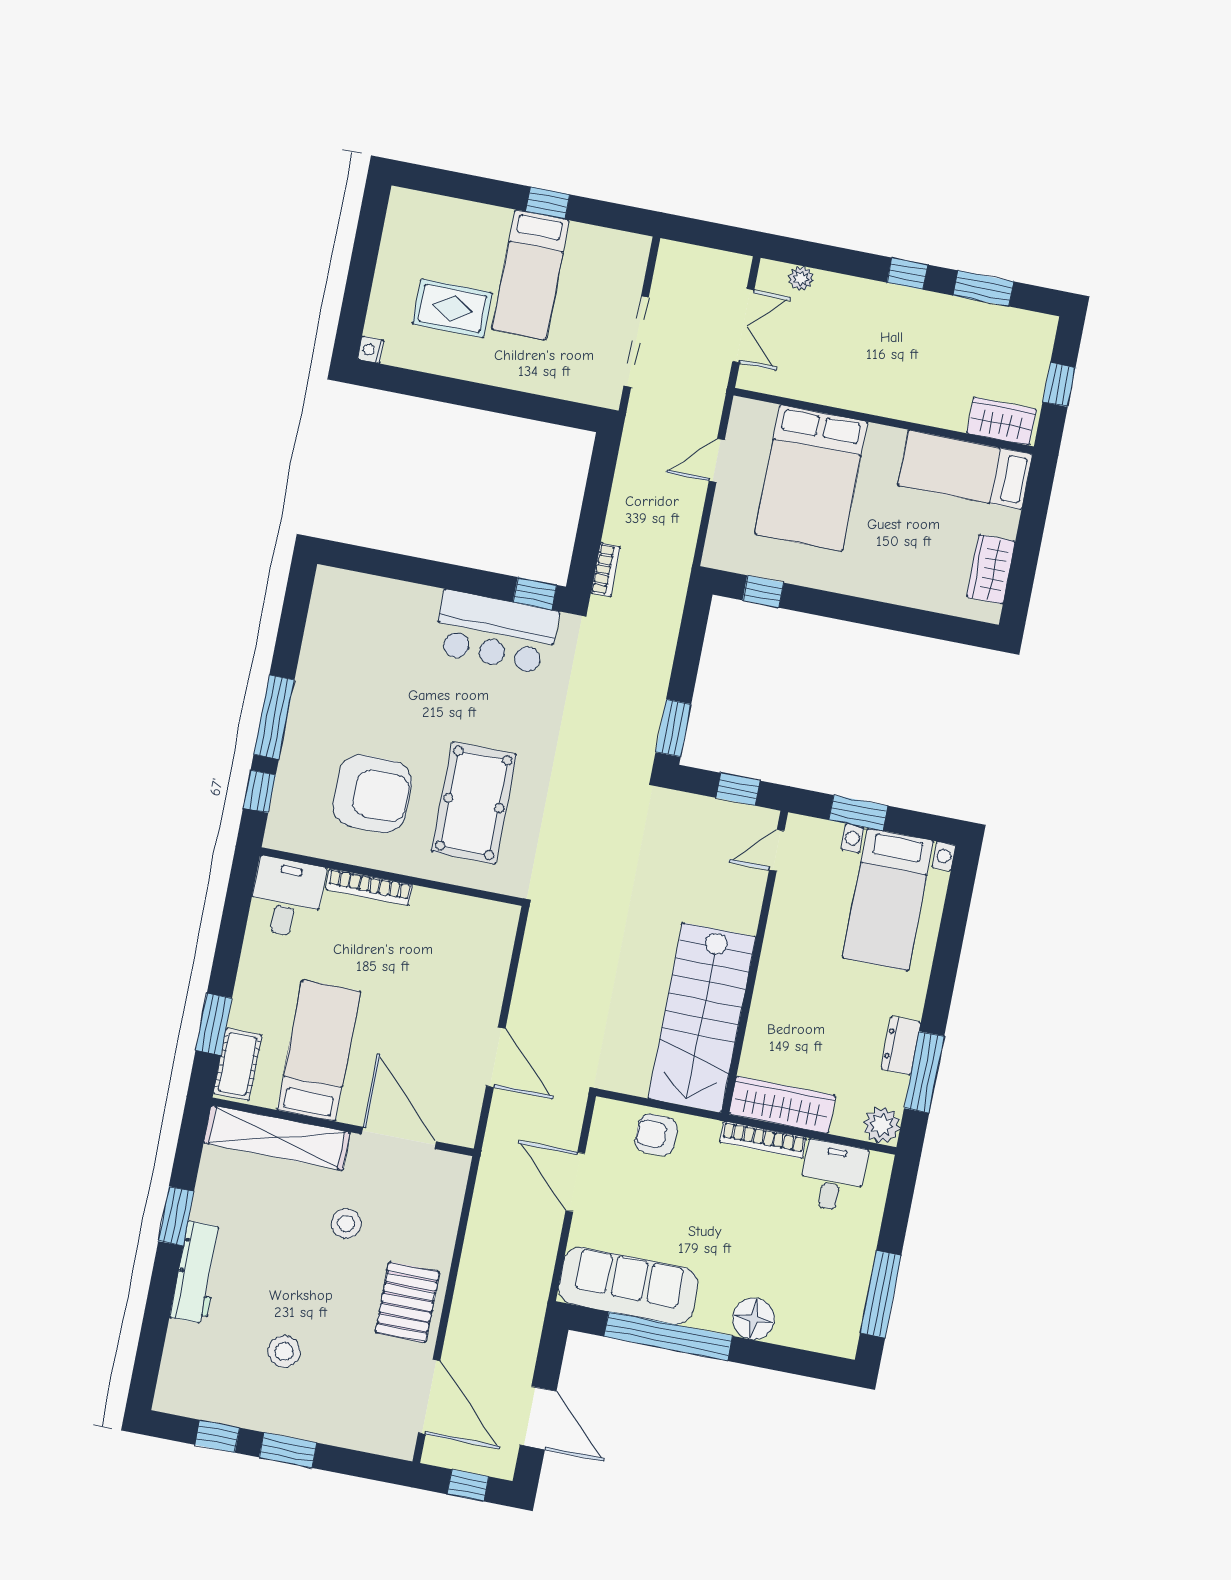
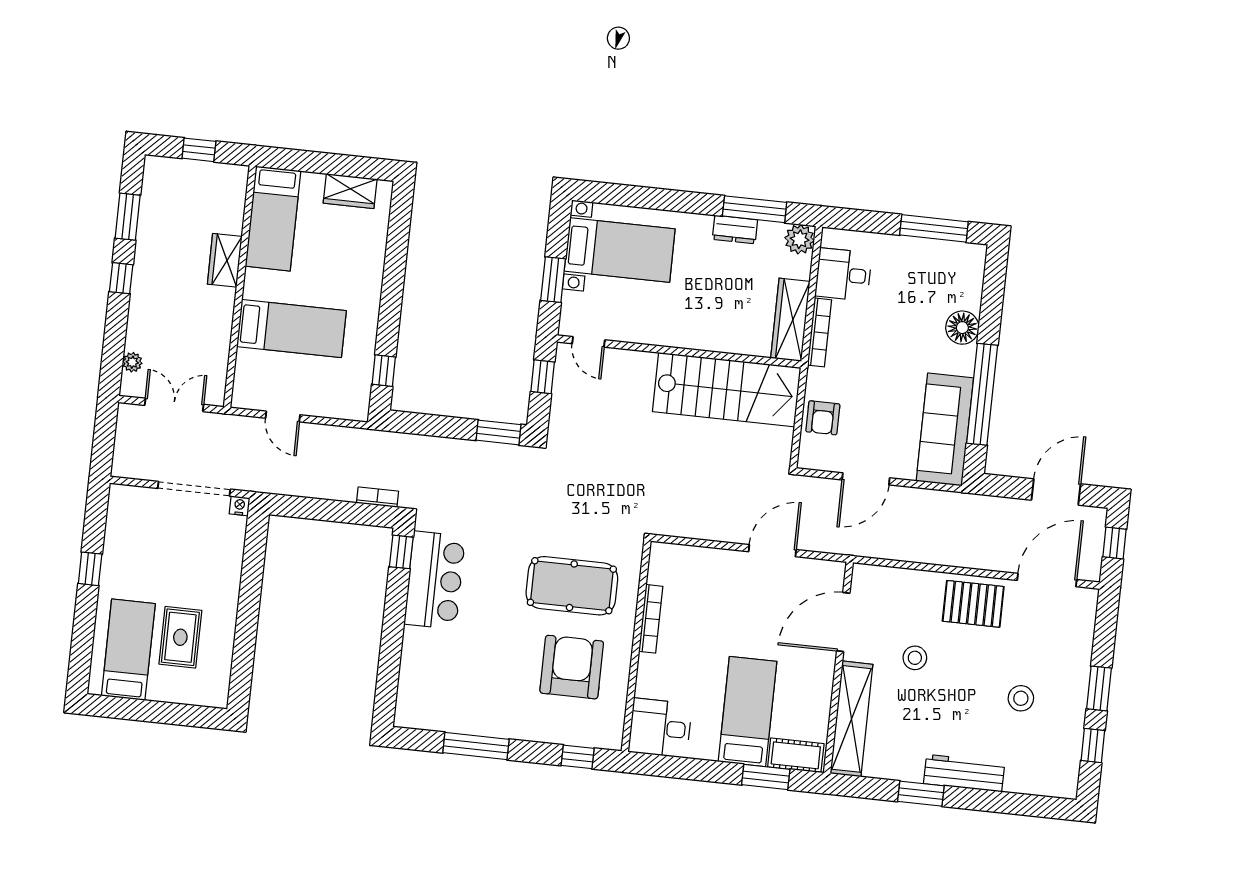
bed: (530, 275) -> (128, 650), moved, turned -90
nightstand: (371, 350) -> (240, 506), moved, turned 180
wardrobe: (1002, 421) -> (225, 260), moved
bed: (811, 478) -> (291, 329), width x0.67
window: (274, 717) -> (476, 746), moved
bookcase: (369, 887) -> (651, 619), moved
bed: (319, 1051) -> (748, 712), moved, turned 90

